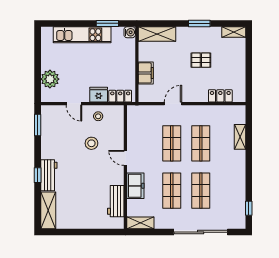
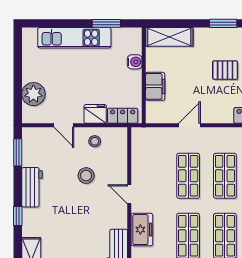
water cooler: (130, 32) -> (135, 62), moved
workbench: (49, 175) -> (32, 187), moved

